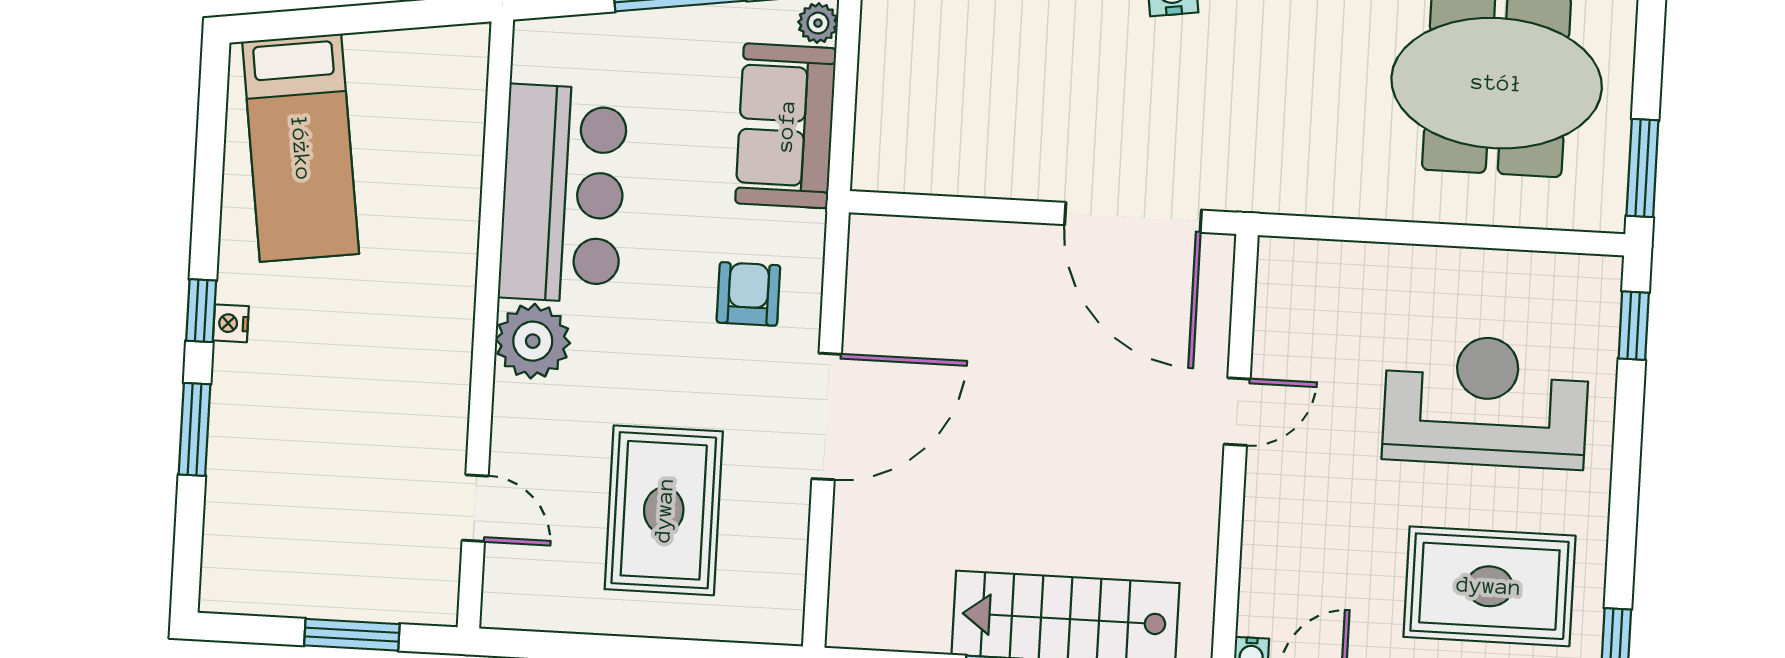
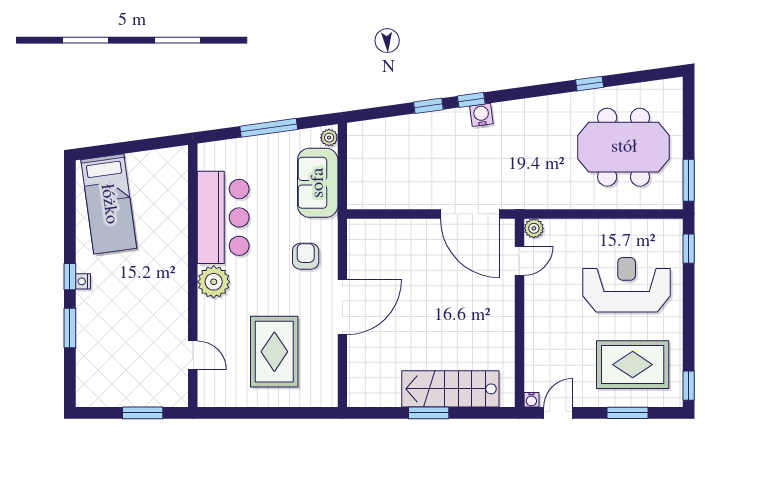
plant: (1279, 259) -> (534, 228), added
door: (1237, 412) -> (519, 261), moved

